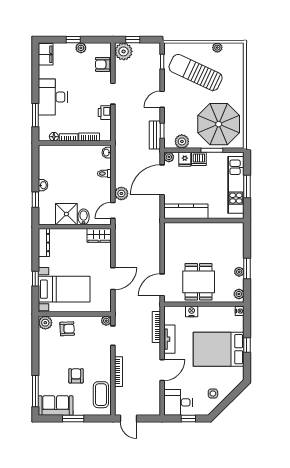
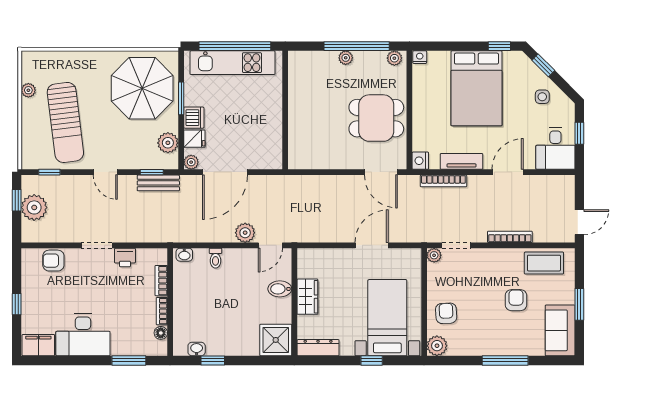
window: (133, 40) -> (17, 200), moved
plant: (81, 48) -> (29, 293), removed
plant: (124, 51) -> (34, 207), moved
armchair: (103, 64) -> (53, 261), turned 90
sun lounger: (196, 72) -> (65, 122), turned -32
desk: (53, 97) -> (83, 335), moved
door: (162, 180) -> (225, 172), hinge flipped
washbasin: (43, 185) -> (197, 349), moved
window: (247, 187) -> (235, 46), width x2.11
window: (35, 200) -> (213, 360), moved
door: (113, 210) -> (270, 245), hinge flipped
kitchen counter: (186, 211) -> (272, 137), removed
shower: (66, 214) -> (276, 340), moved
wardrobe: (99, 235) -> (307, 297), moved
window: (247, 269) -> (357, 46), width x2.11
plant: (239, 272) -> (346, 58), moved
door: (113, 279) -> (372, 245), hinge flipped
nightstand: (192, 311) -> (420, 161), moved
window: (247, 345) -> (499, 46), moved
door: (162, 370) -> (508, 172), hinge flipped
armchair: (76, 376) -> (516, 300), turned 90
window: (35, 391) -> (505, 360), moved
window: (234, 394) -> (543, 65), added

